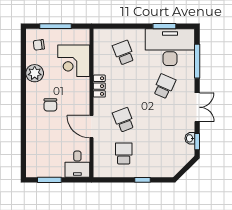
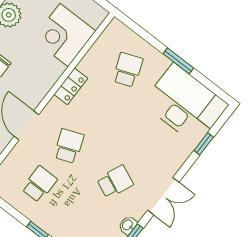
window: (164, 26) -> (178, 61), moved
window: (197, 61) -> (204, 144), width x0.46
school desk: (164, 86) -> (115, 182), moved

